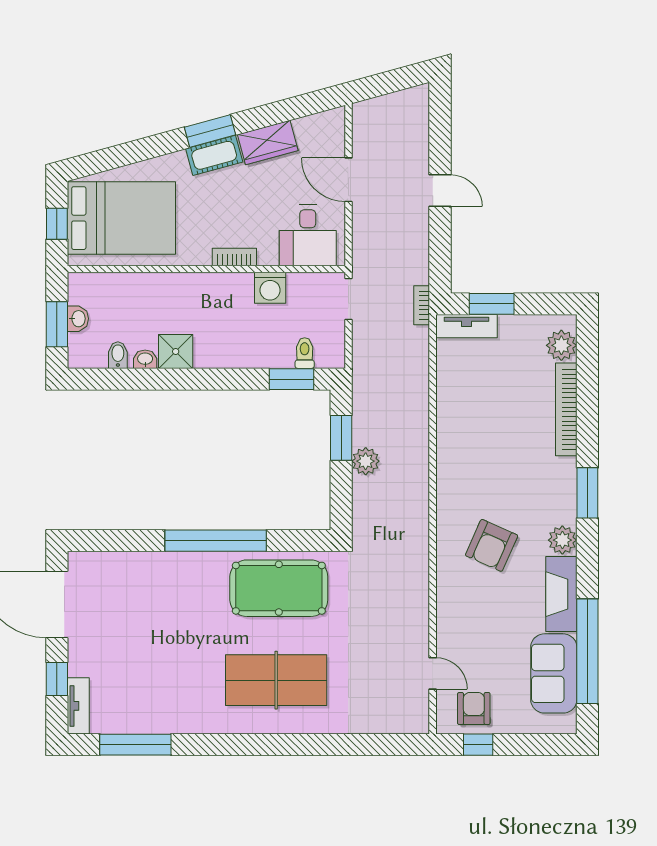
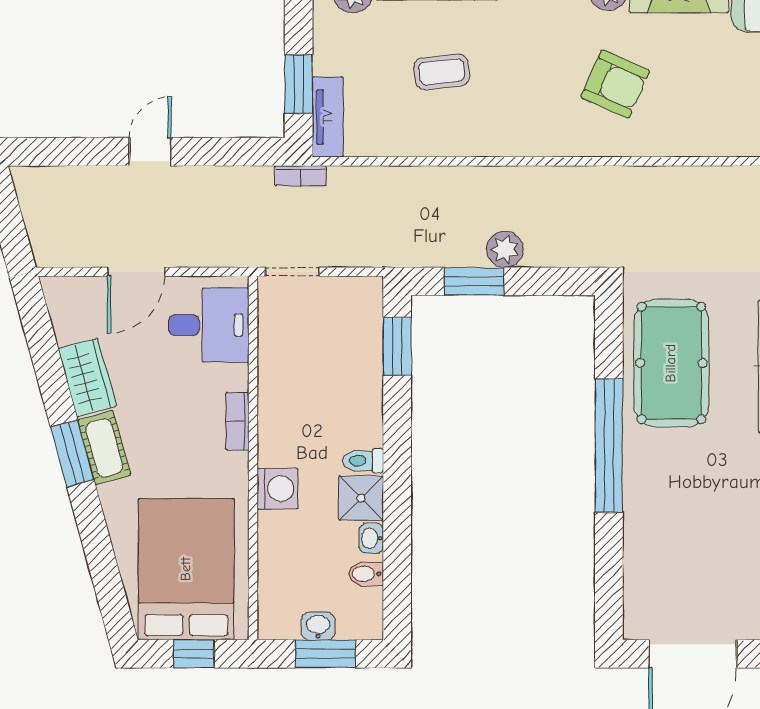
washing machine: (270, 288) -> (278, 489), moved
toilet: (305, 353) -> (363, 461), moved
coffee table: (501, 413) -> (442, 72), added

